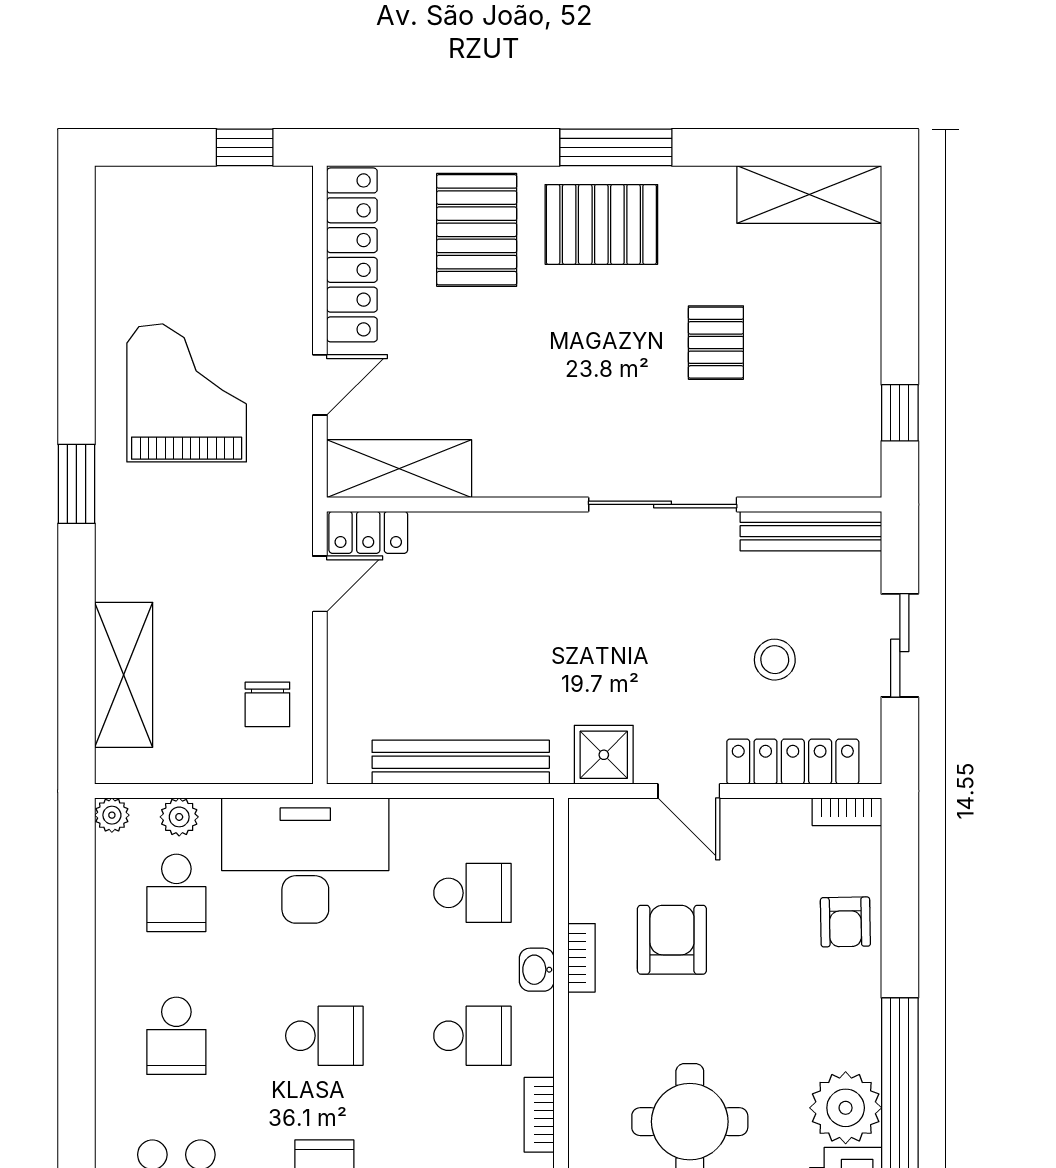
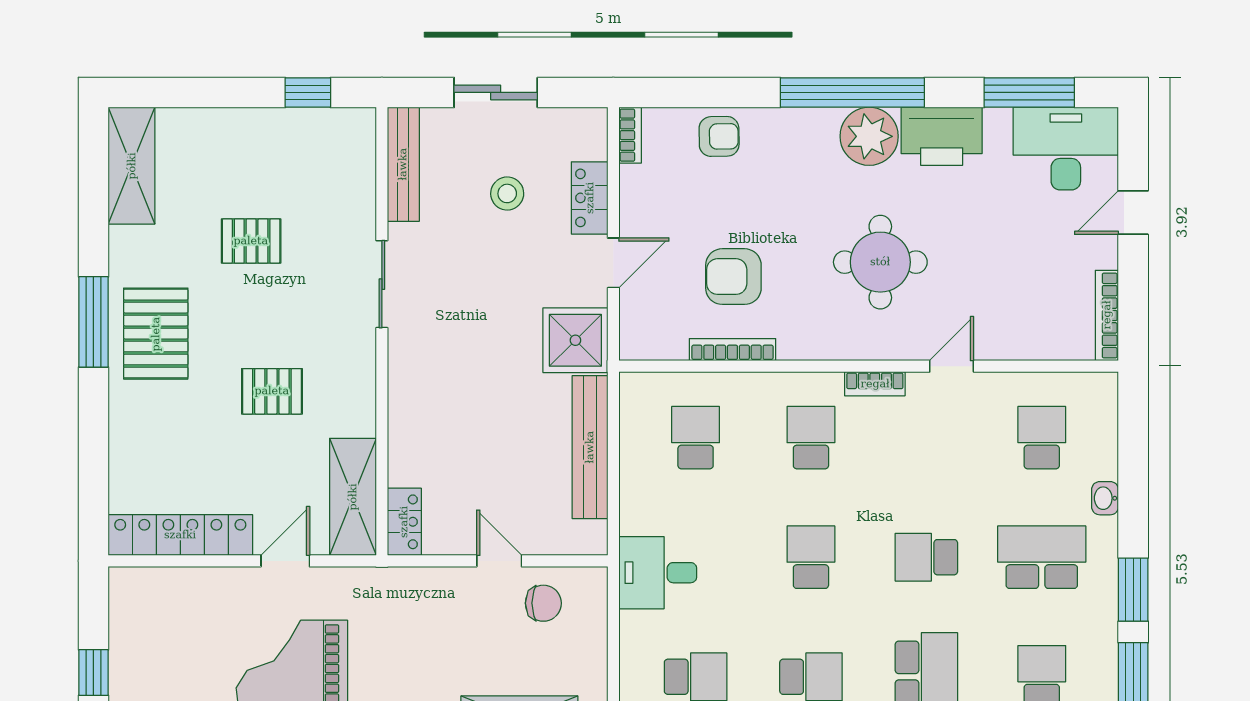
window: (245, 147) -> (93, 673), moved
pallet: (477, 230) -> (272, 391), moved, width x0.67, depth x0.71
door: (320, 385) -> (285, 561), hinge flipped
sliding door: (663, 504) -> (382, 284), width x0.73
door: (320, 584) -> (499, 561), moved
shower: (604, 755) -> (575, 340), width x1.36, depth x1.36
locker: (793, 762) -> (590, 198), width x0.66
plant: (179, 817) -> (634, 674), removed
desk: (305, 861) -> (658, 573), width x0.53, depth x0.77
bookcase: (581, 958) -> (732, 350), width x1.56
washbasin: (537, 970) -> (758, 386), removed

